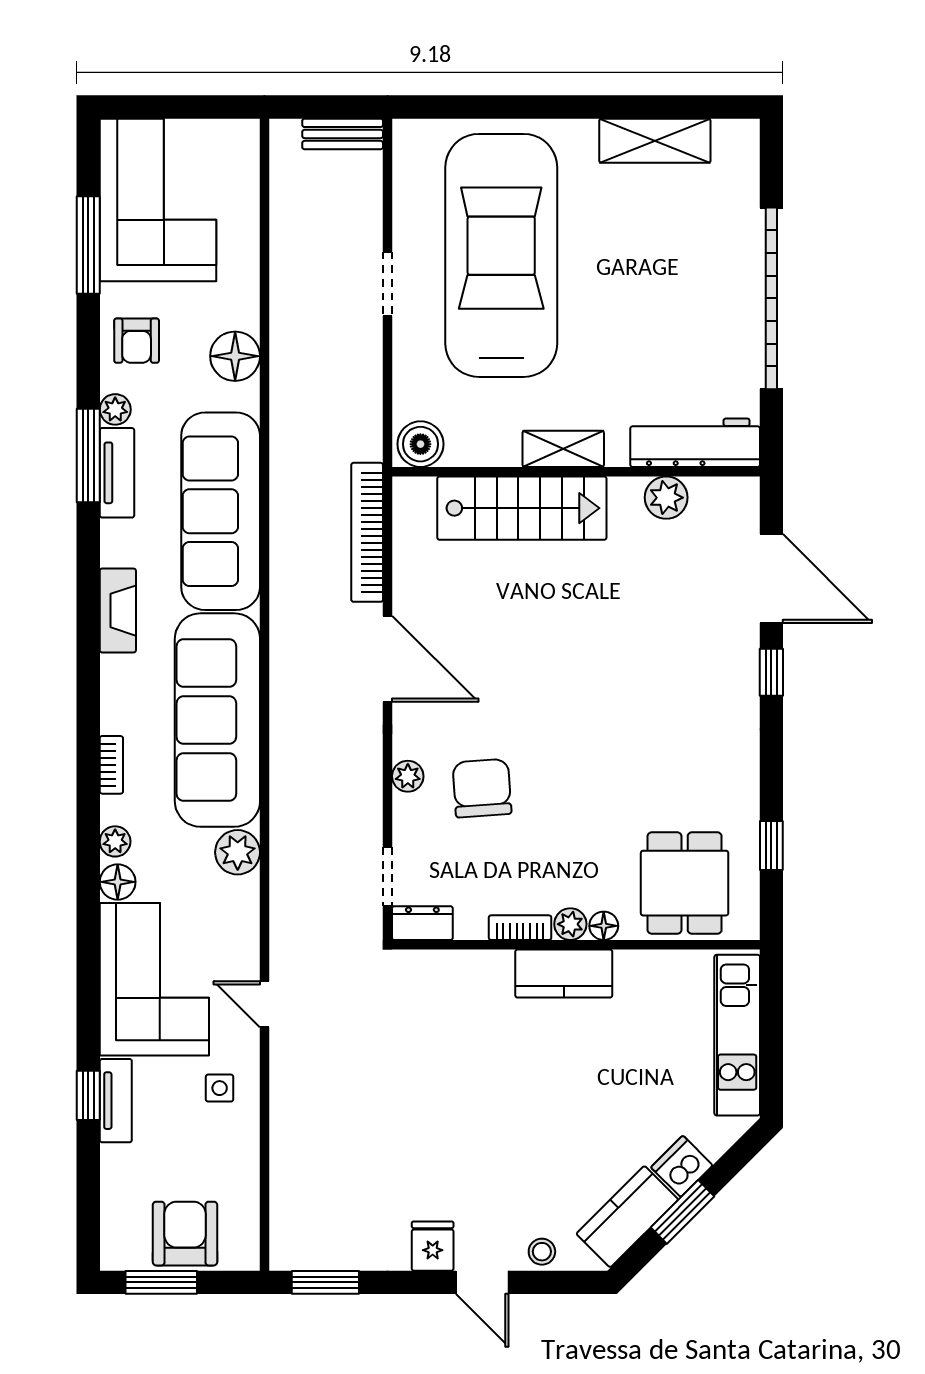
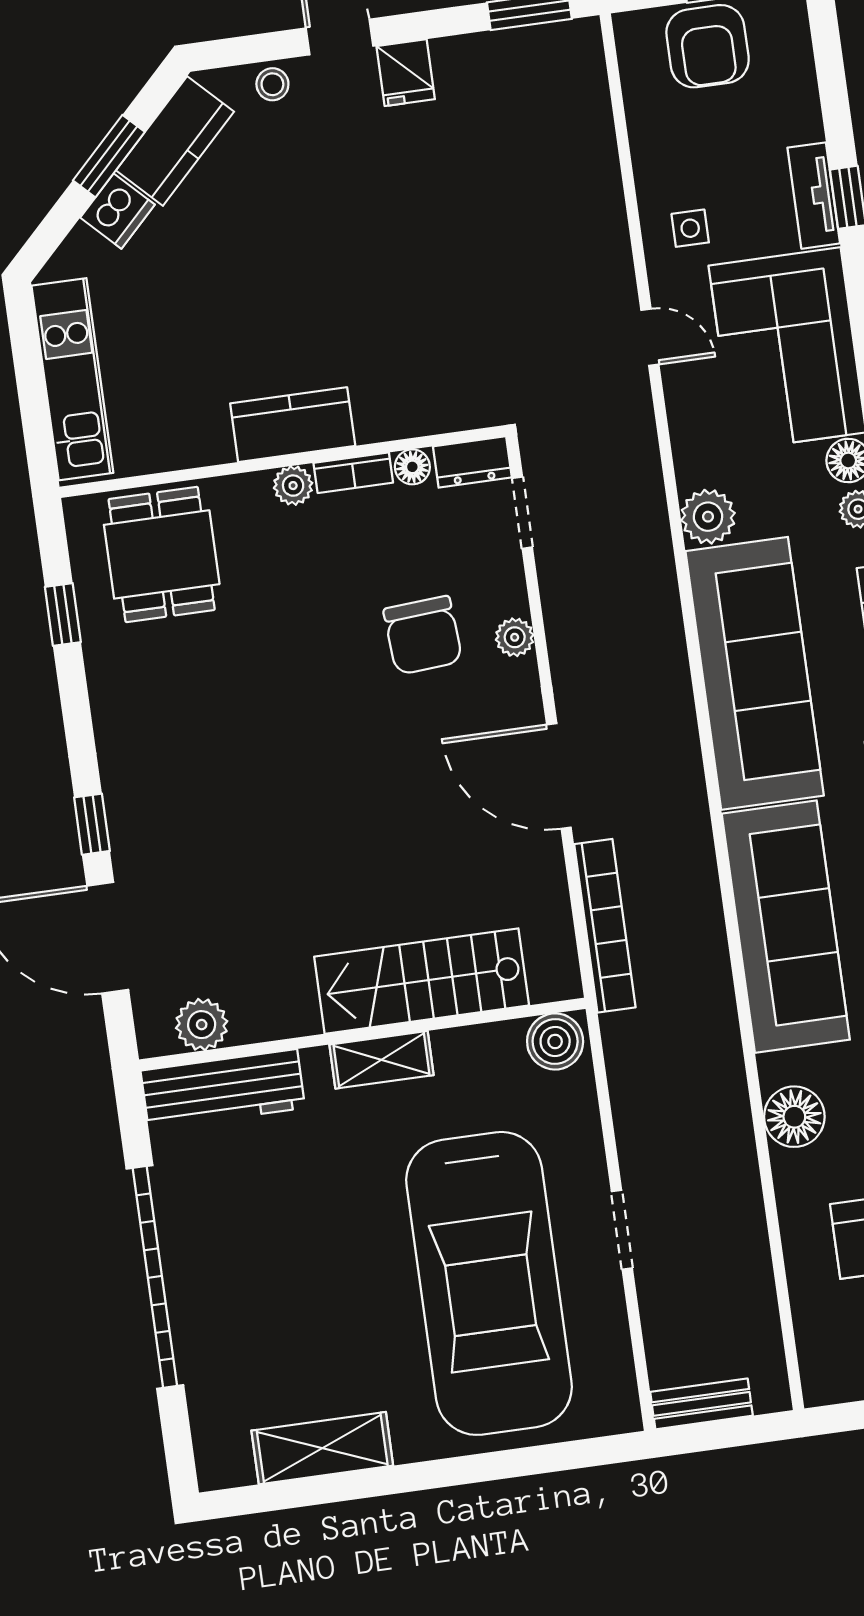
plant: (666, 498) -> (202, 1025), moved
floor lamp: (604, 926) -> (412, 467), moved

